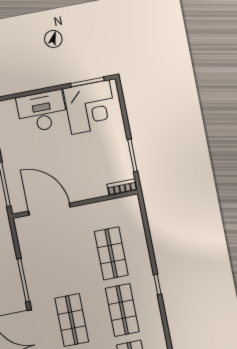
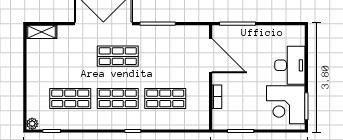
bookcase: (122, 187) -> (217, 97), moved
door: (49, 209) -> (211, 56), hinge flipped

